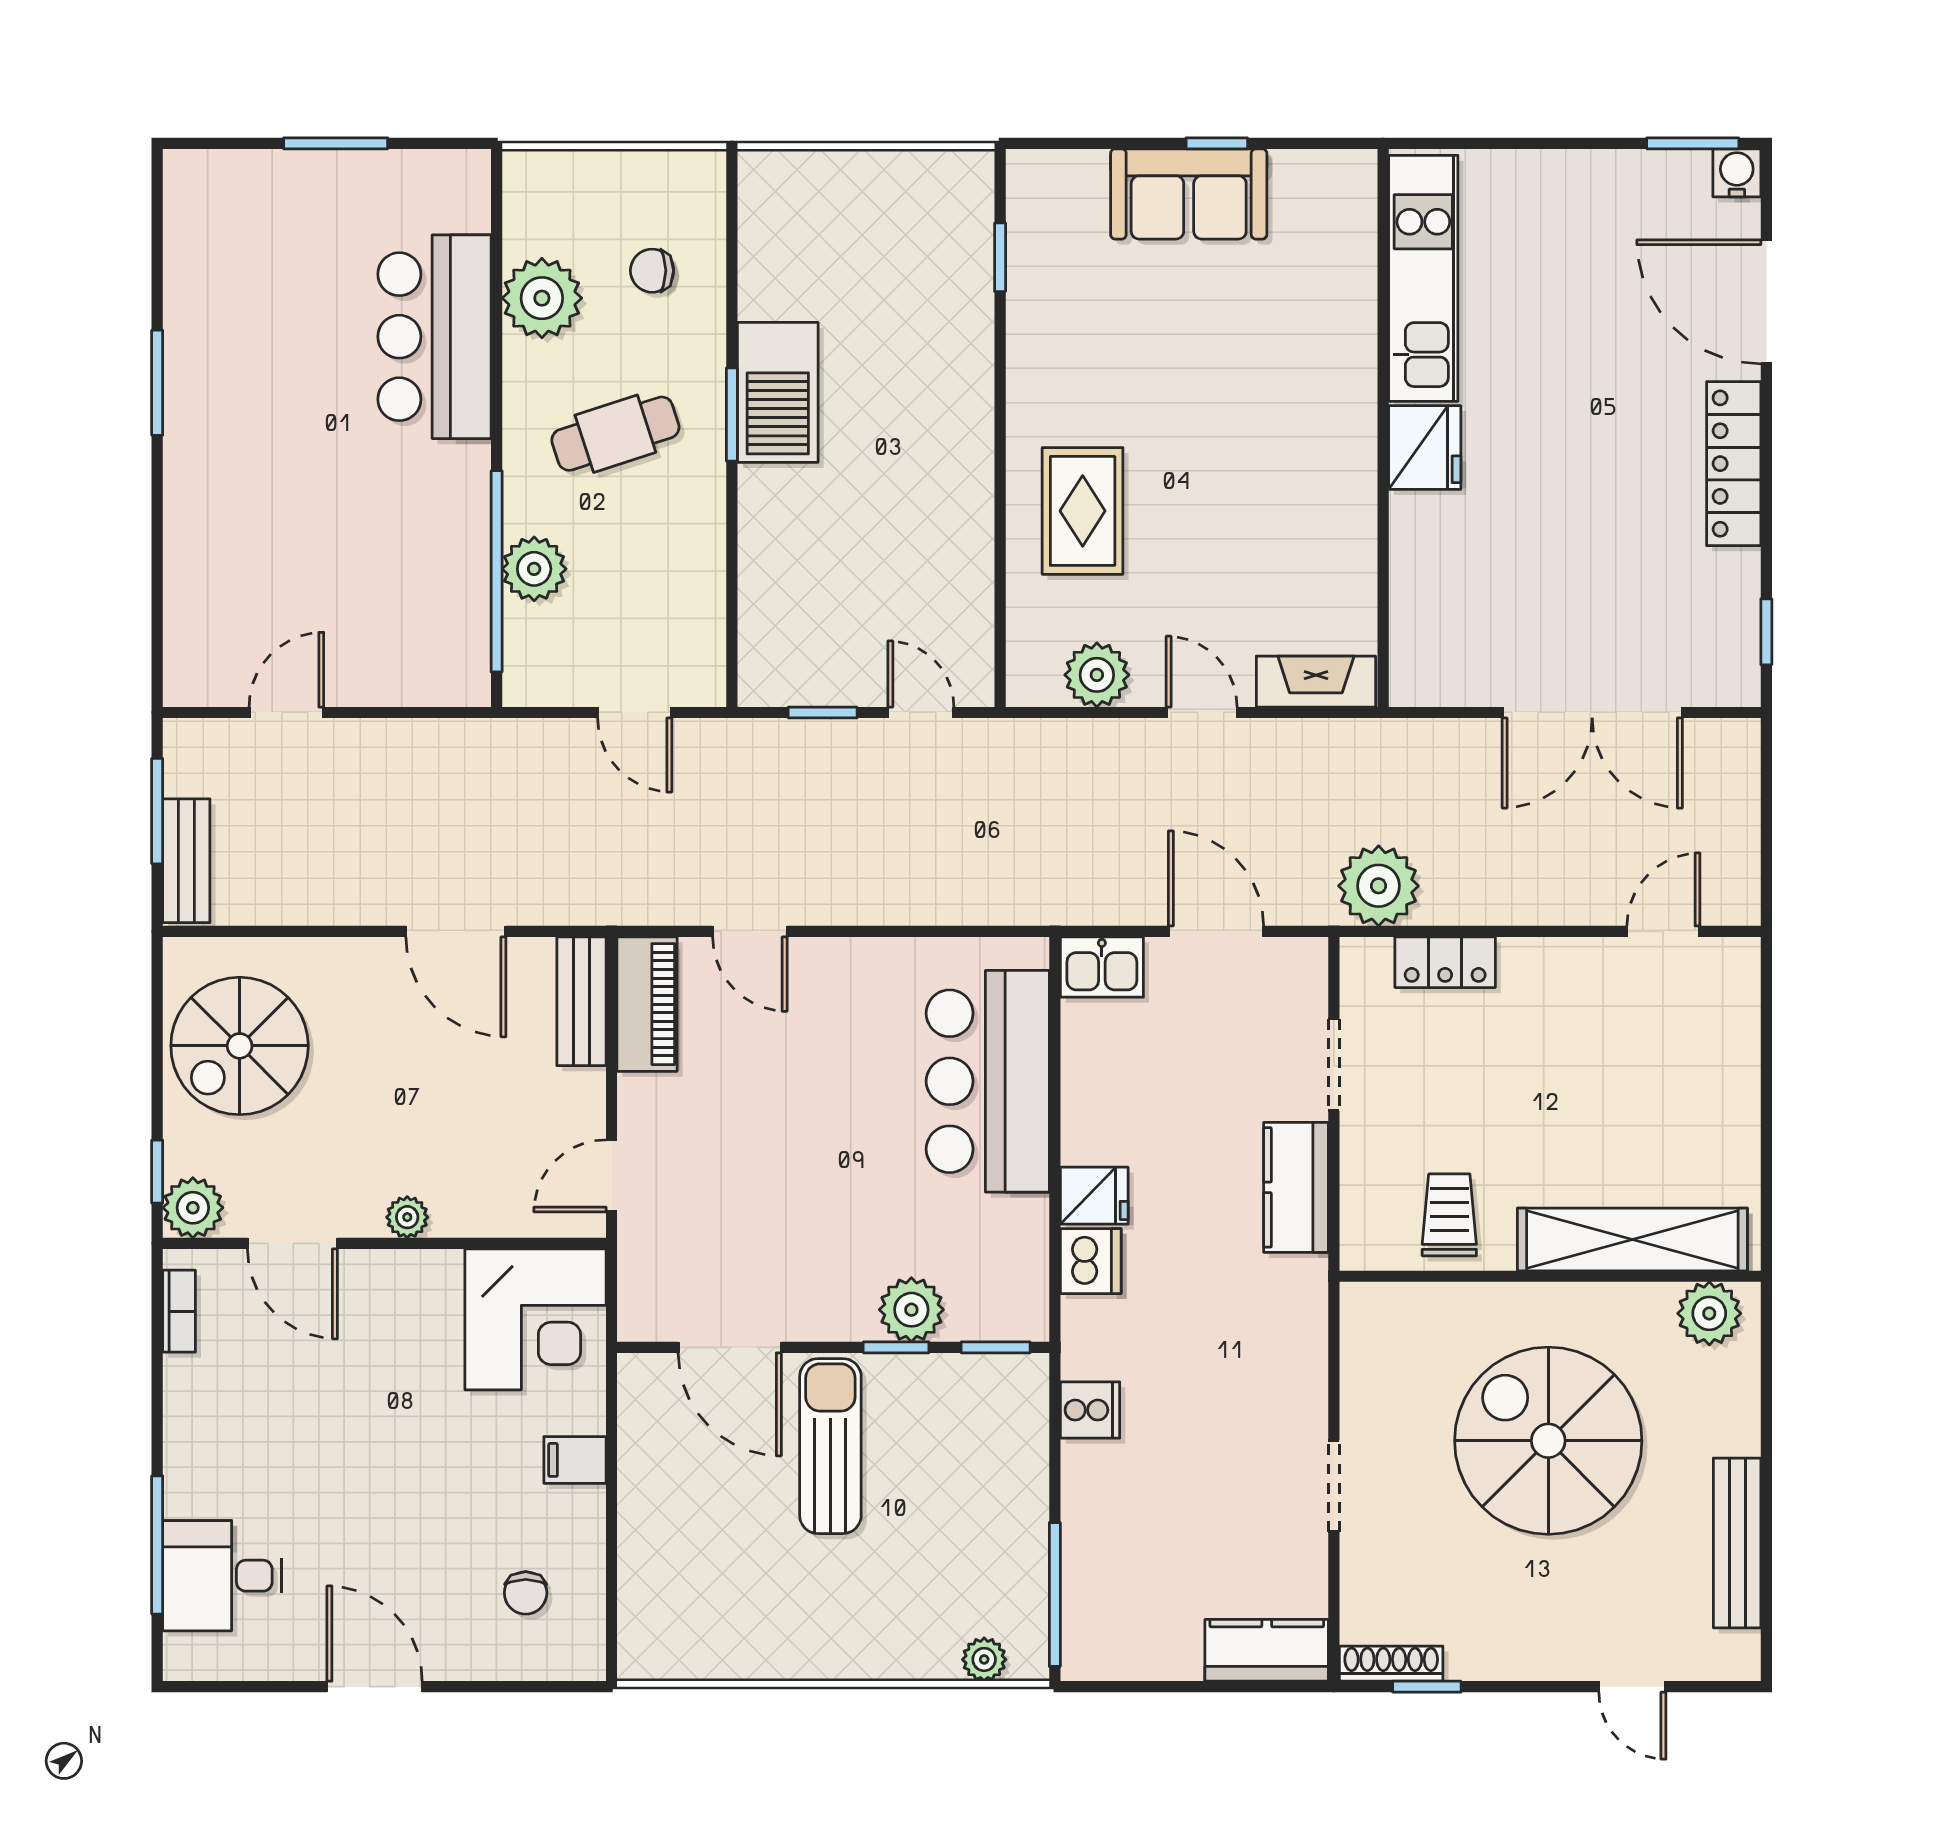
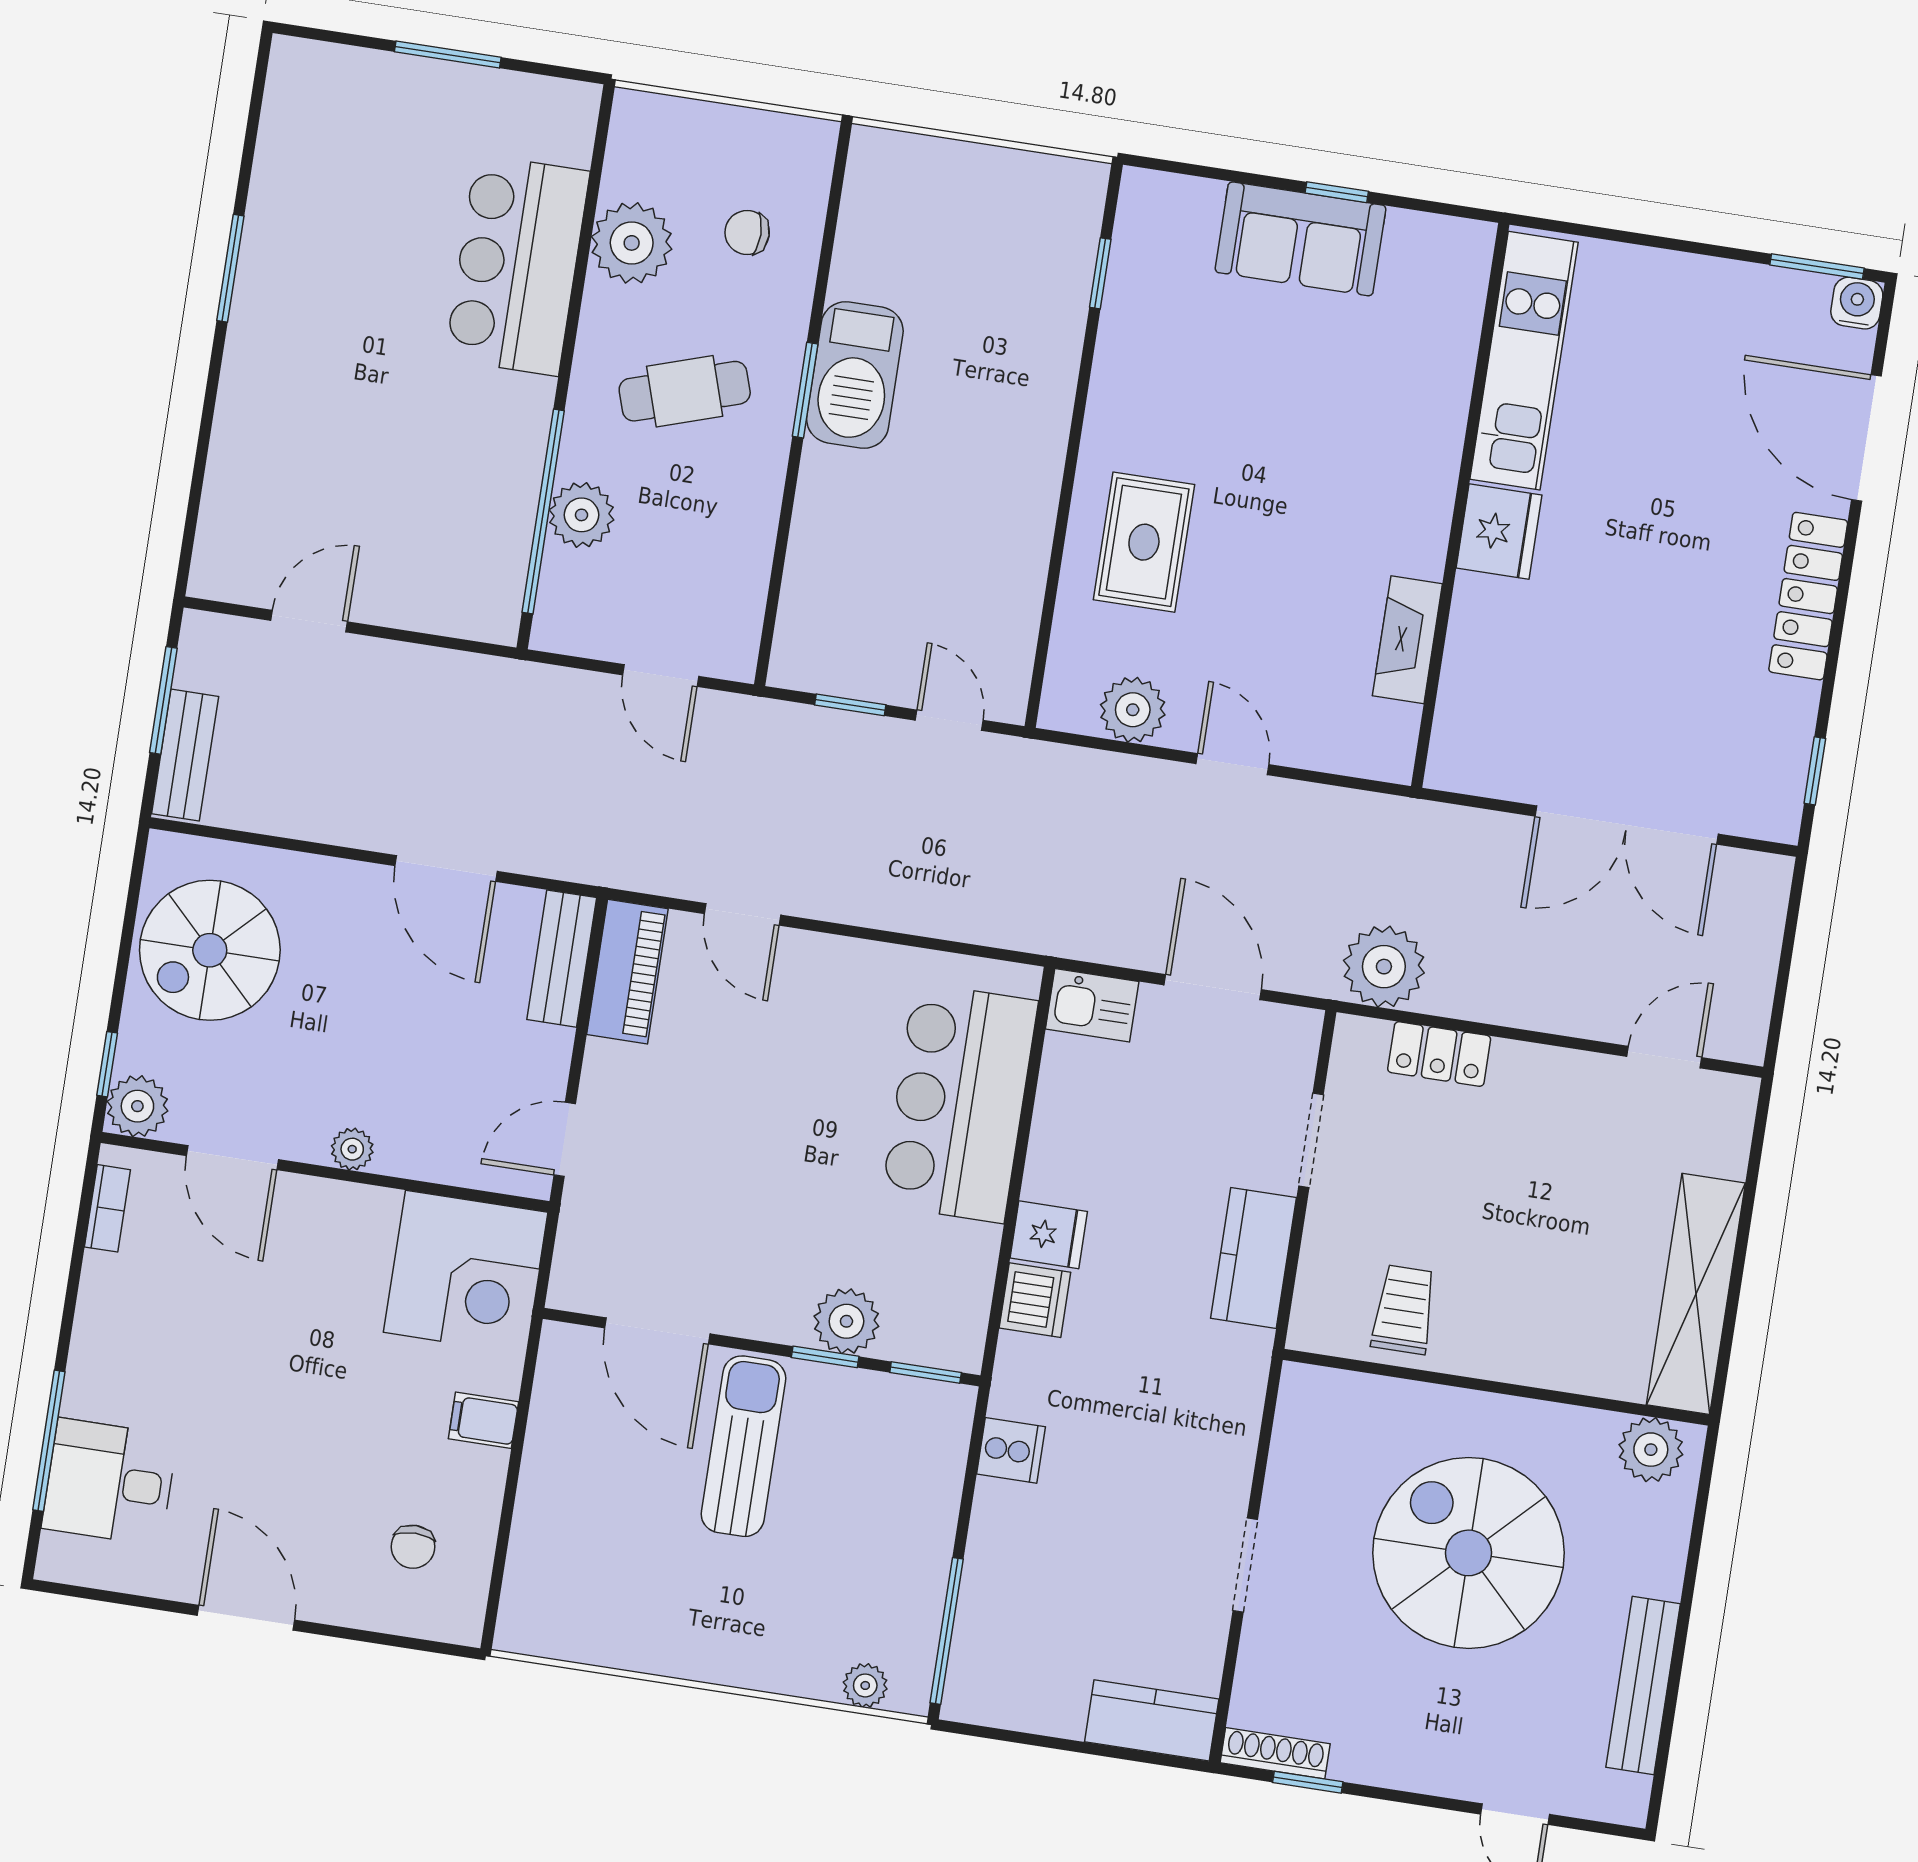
fireplace: (1316, 682) -> (1407, 640), moved, turned -90
shelving: (1632, 1239) -> (1696, 1294), moved, turned 90

